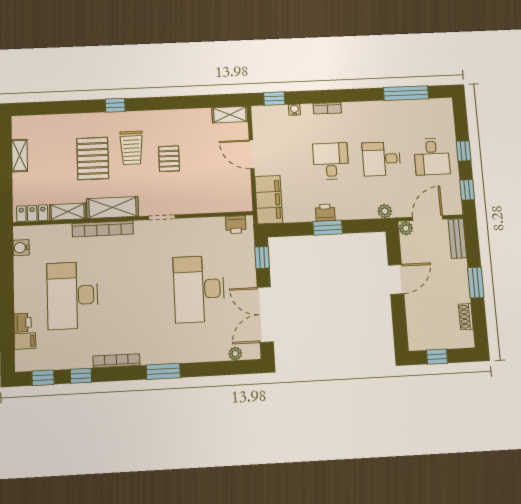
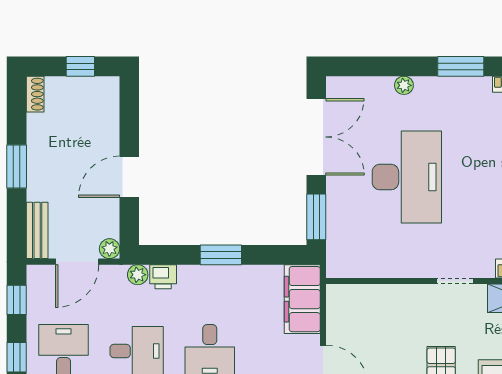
printer: (325, 213) -> (163, 277), moved
printer: (236, 225) -> (351, 265), removed
window: (262, 258) -> (316, 217), width x1.50
shoe rack: (466, 317) -> (35, 94), moved
plant: (235, 354) -> (404, 85), moved

